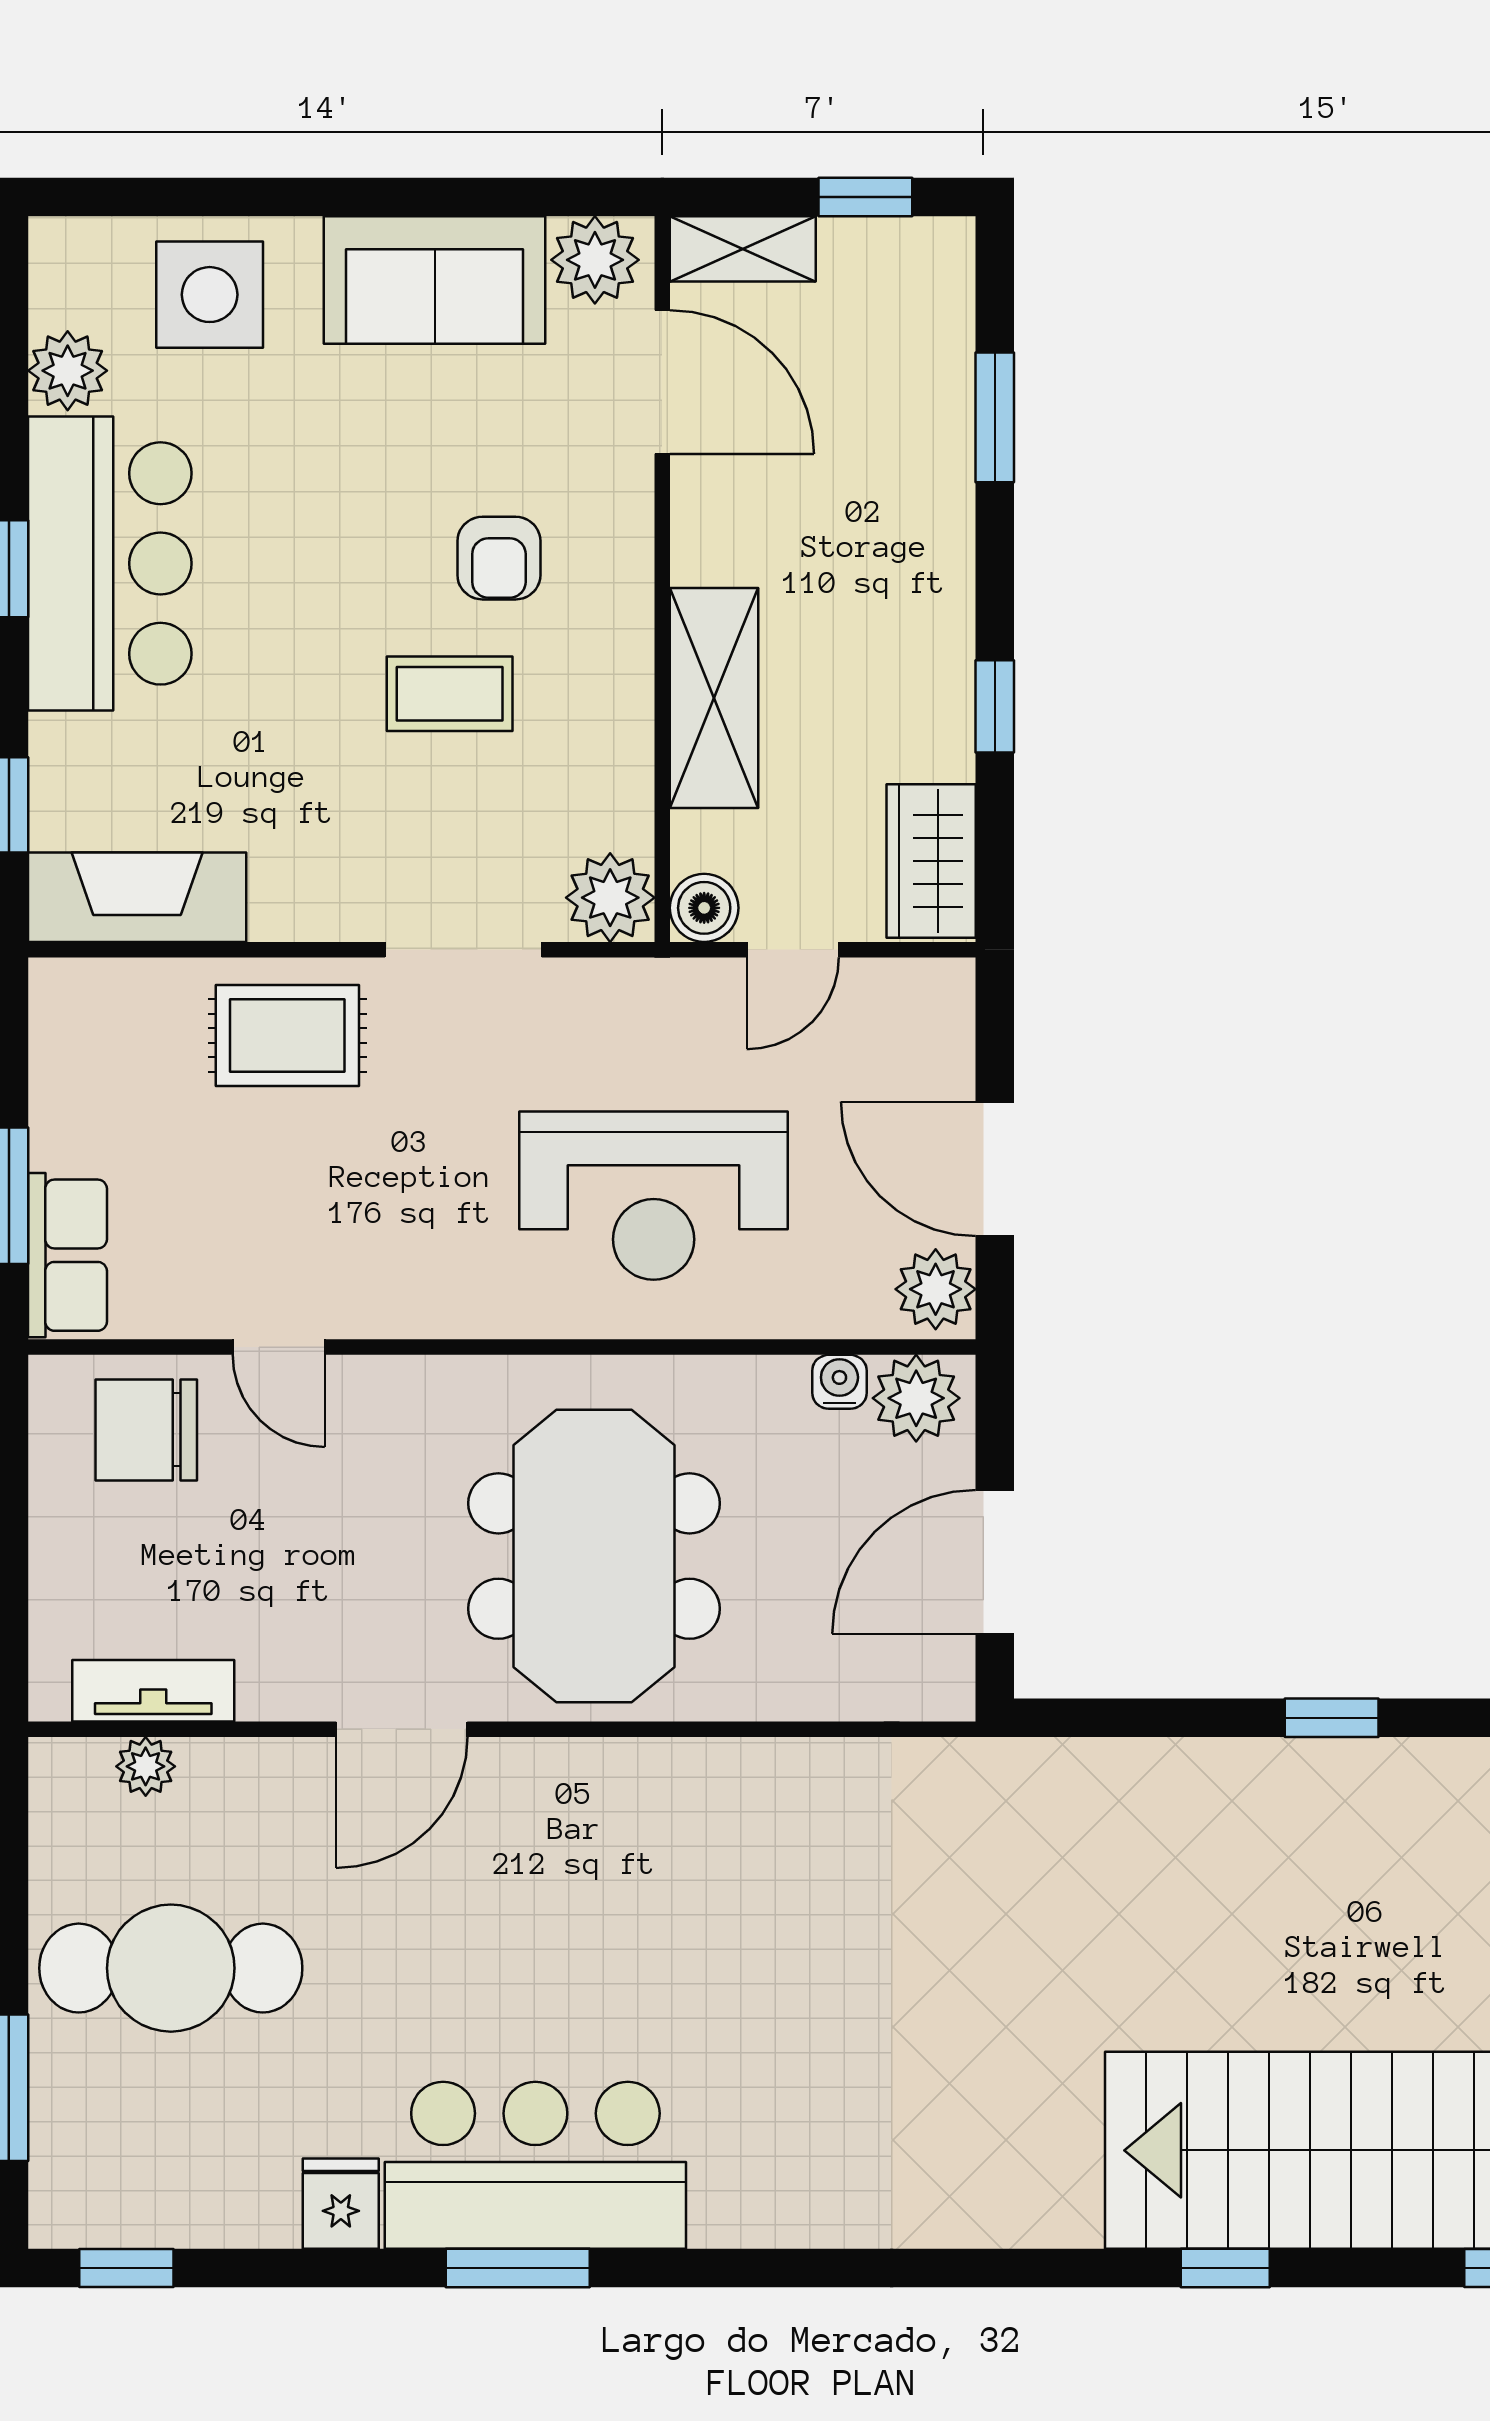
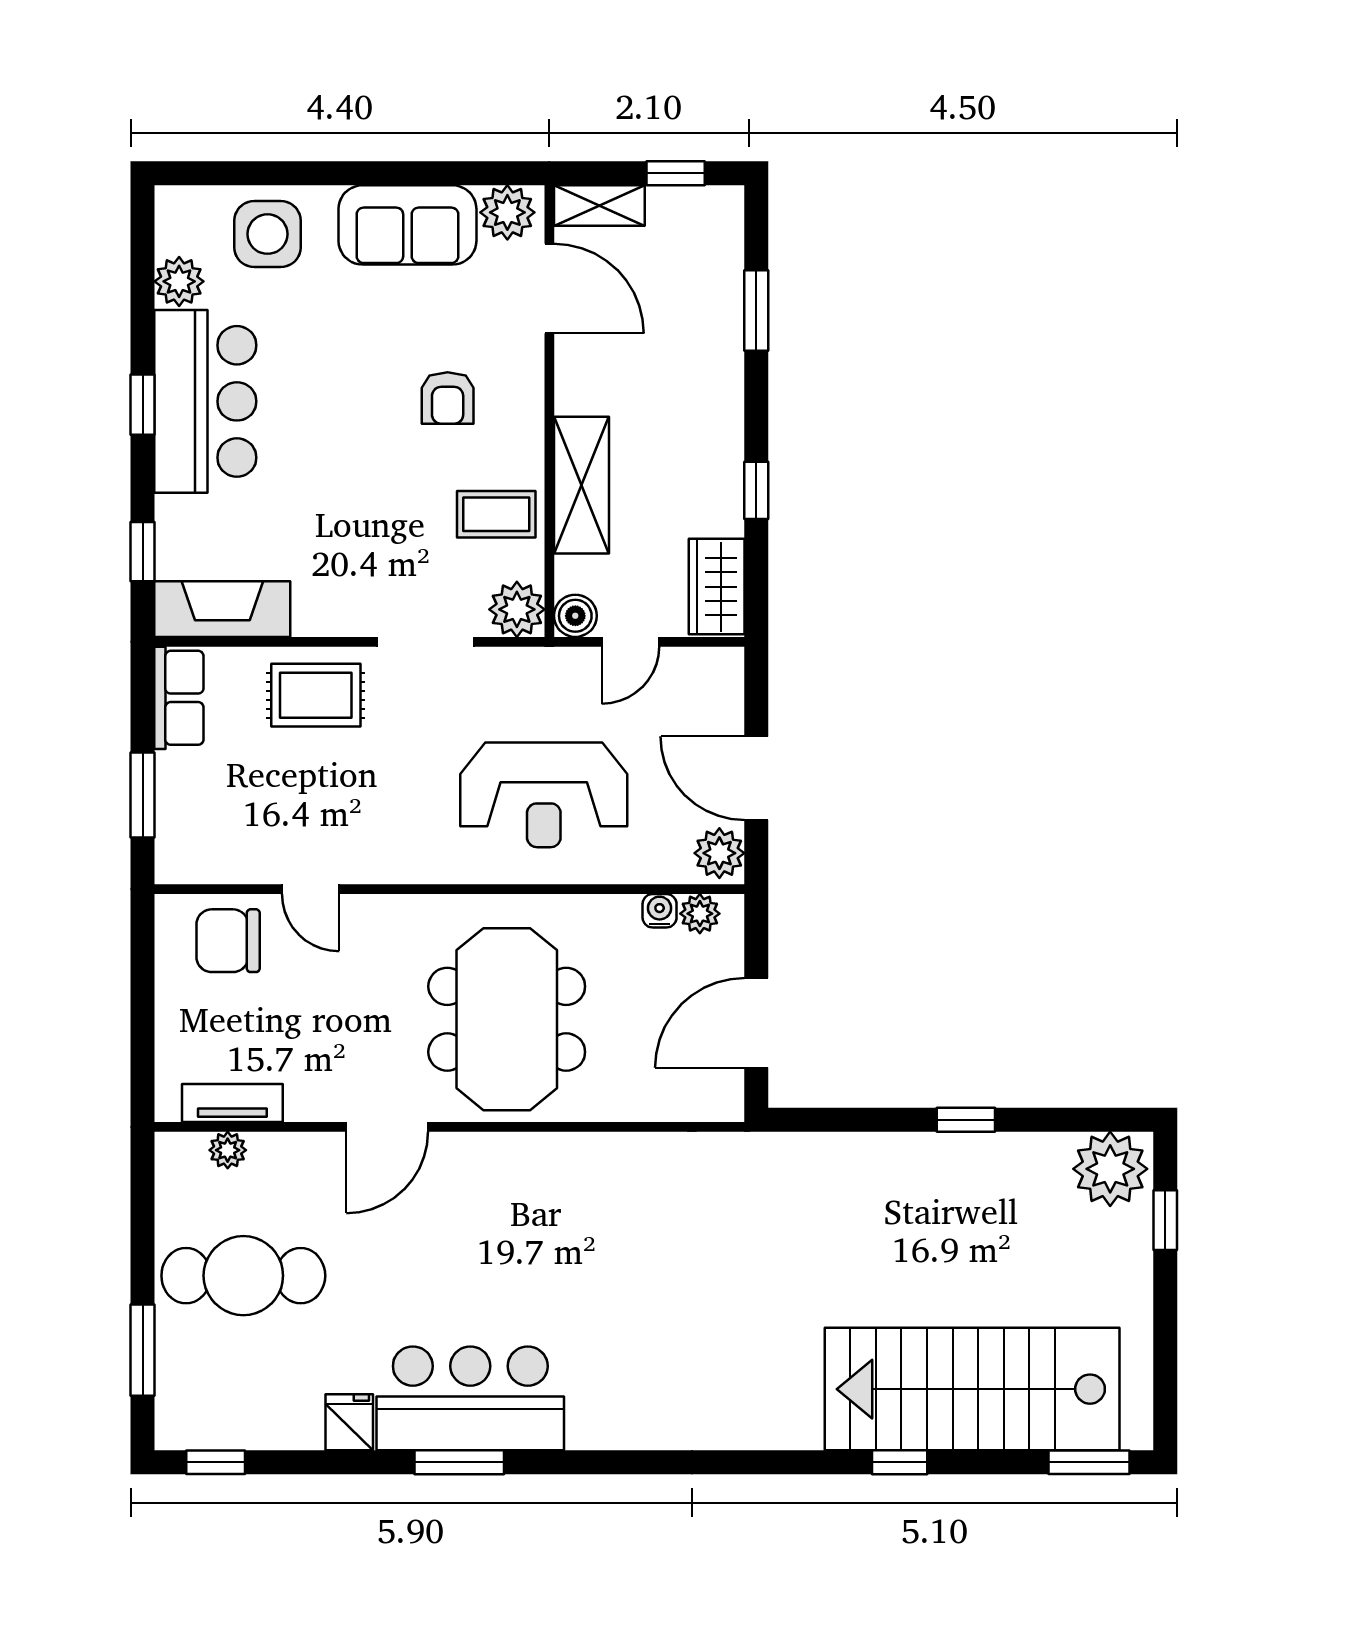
coffee table: (450, 694) -> (496, 514), moved
row of seats: (67, 1255) -> (179, 698), moved
plant: (916, 1398) -> (700, 914), width x0.73, depth x0.73

